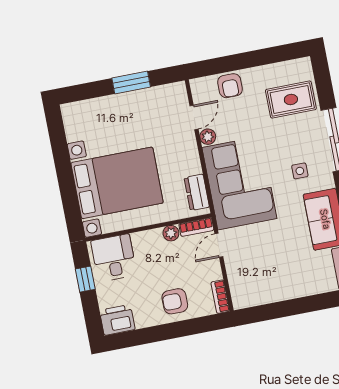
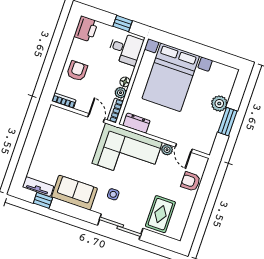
plant: (115, 105) -> (219, 104), added
floor lamp: (155, 235) -> (125, 82), added

